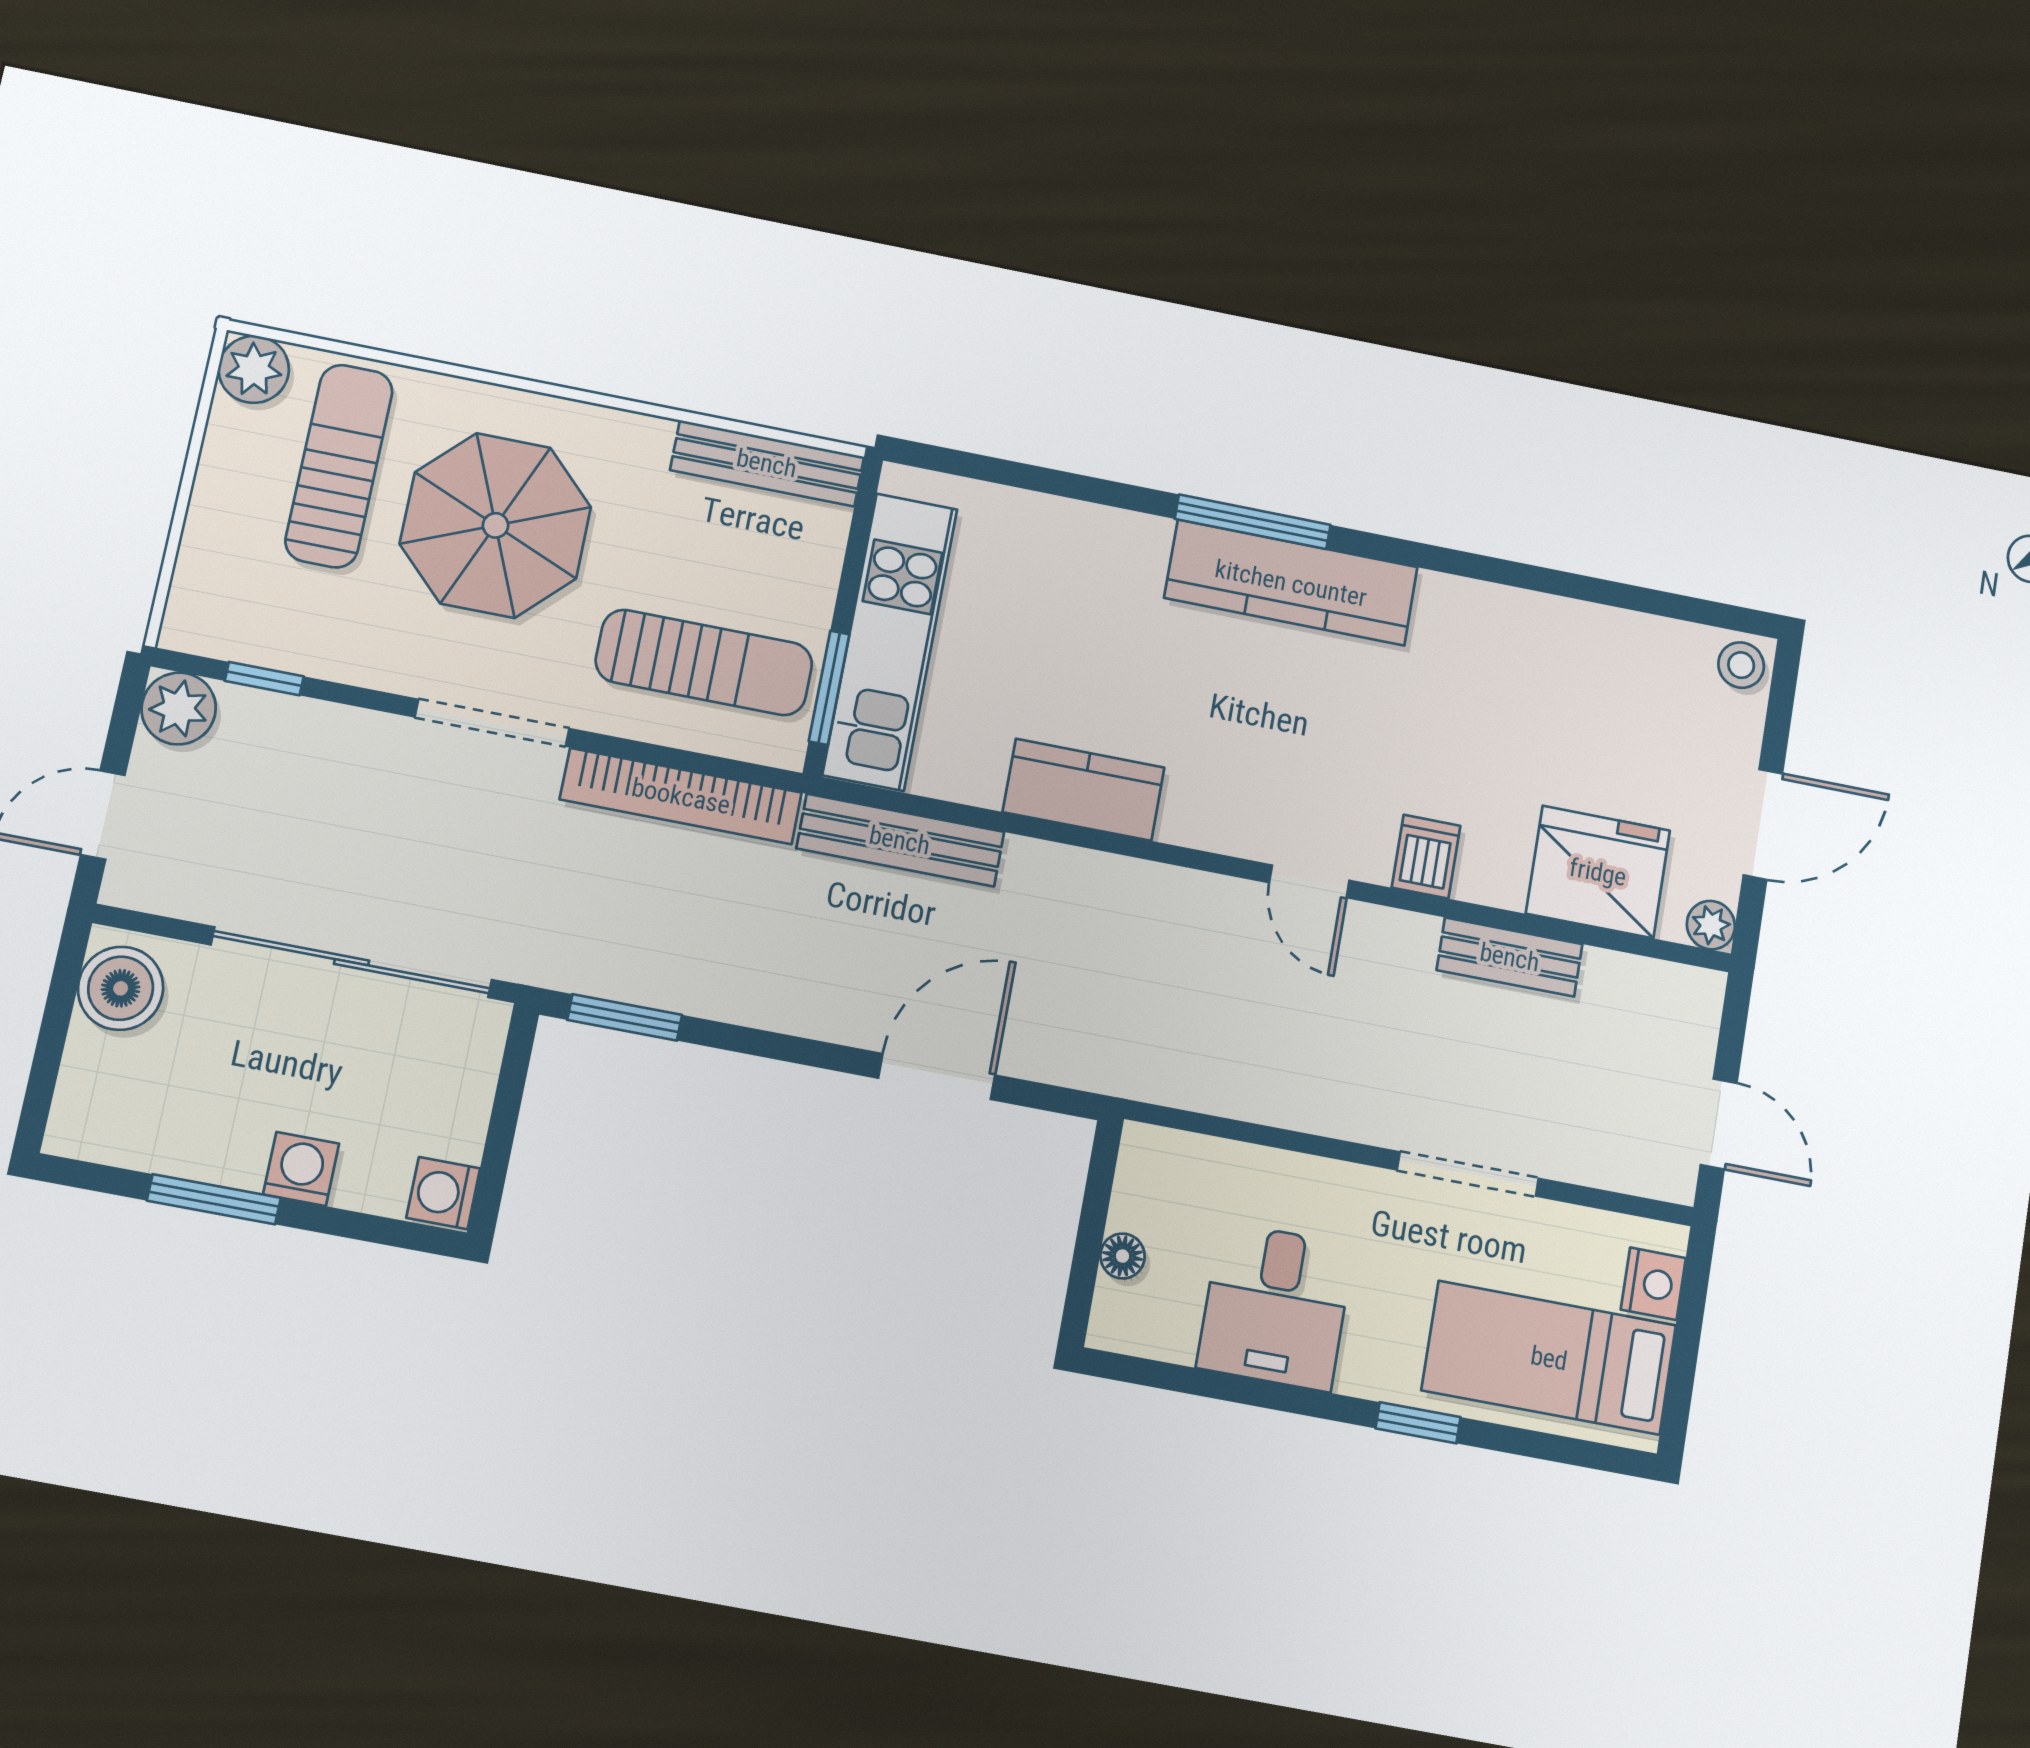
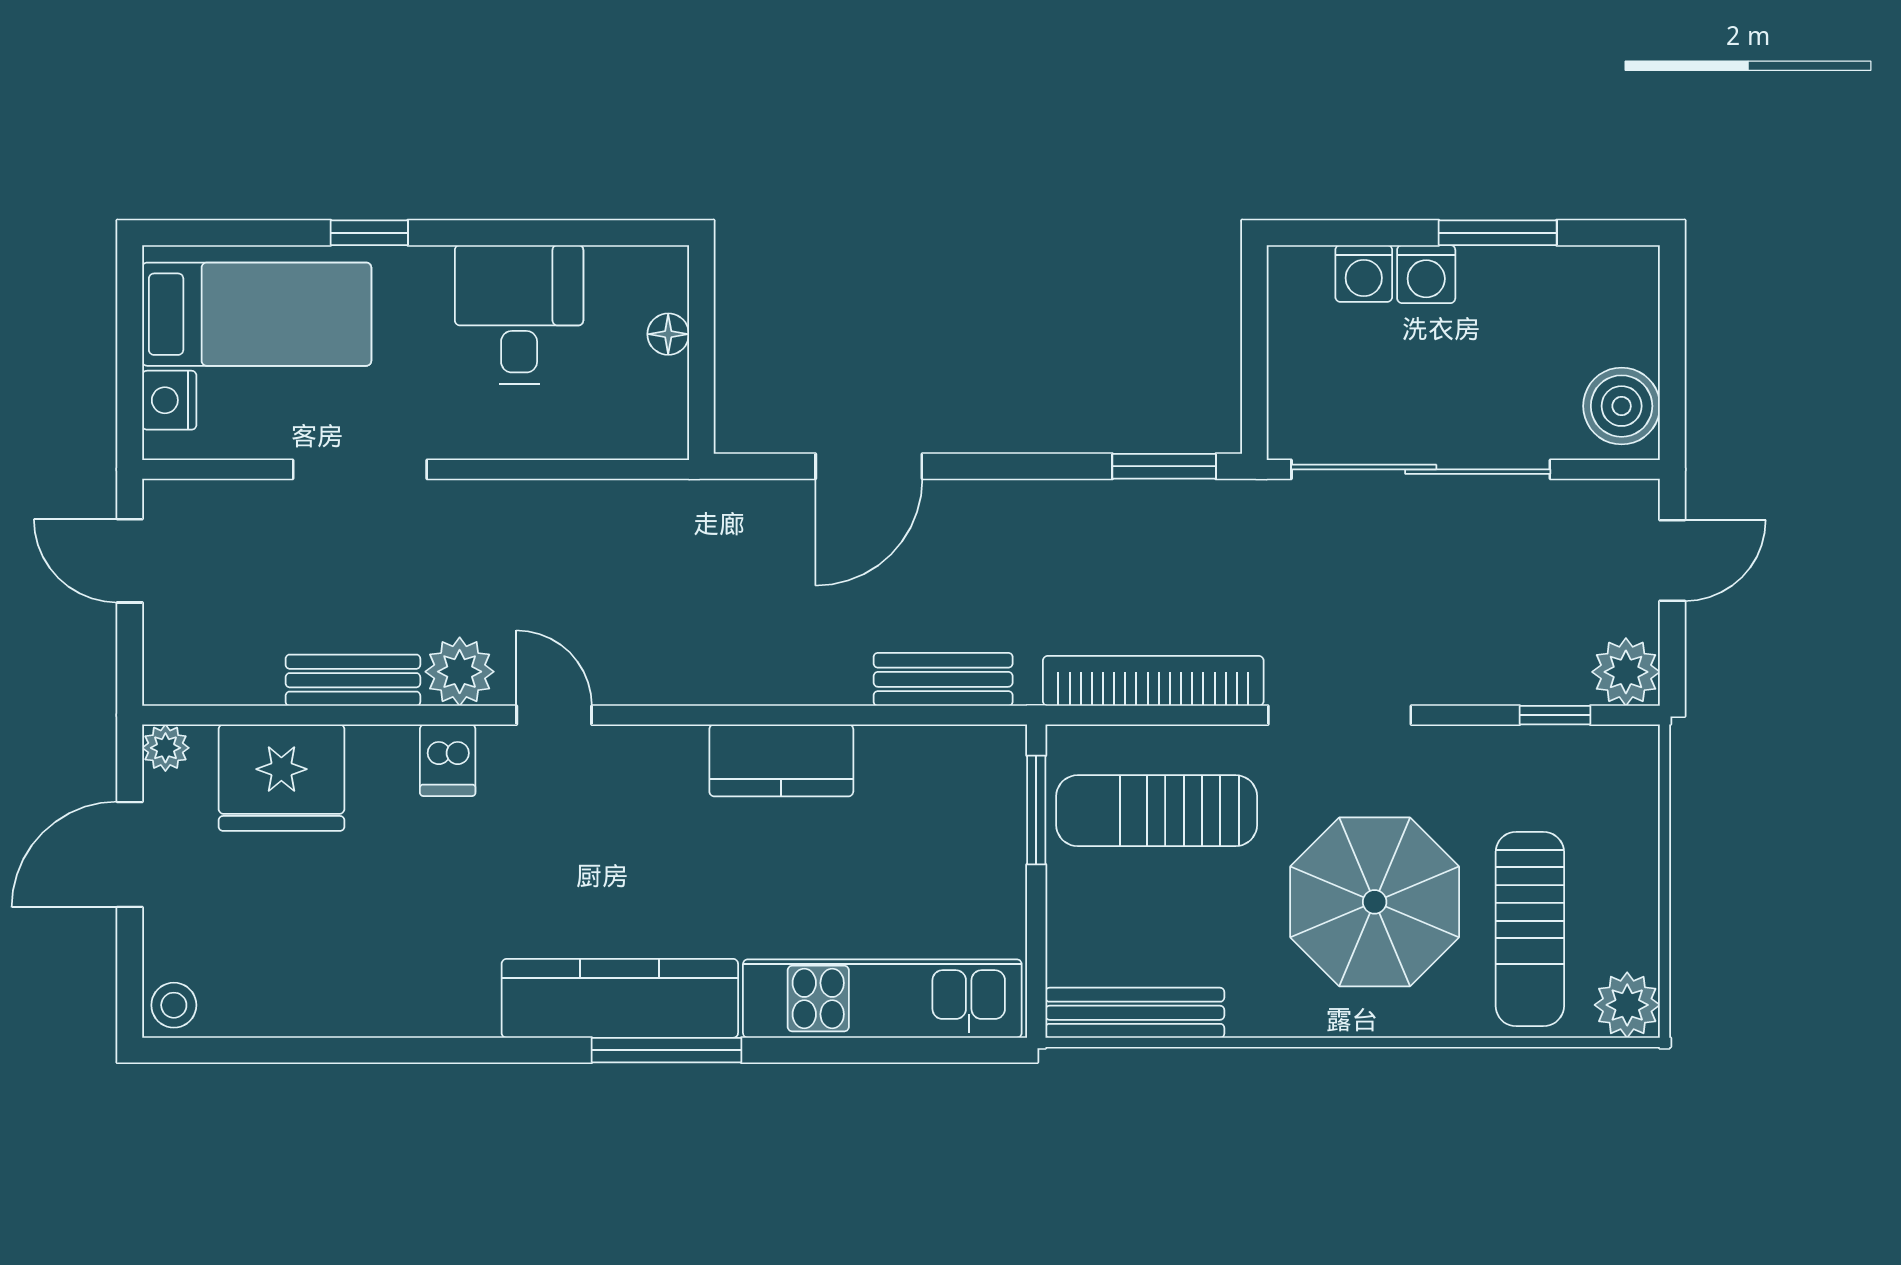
kitchen unit: (890, 641) -> (882, 999), moved, turned 90
bench: (900, 840) -> (943, 679), width x0.73
plant: (1399, 945) -> (460, 672), added
washing machine: (443, 1193) -> (1364, 273), moved, turned 90

